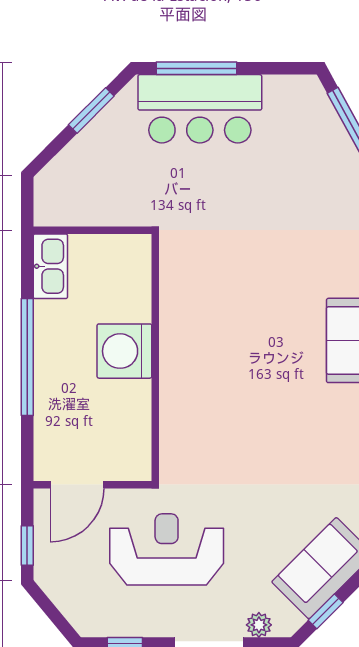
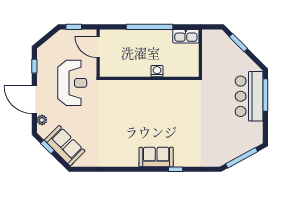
window: (91, 110) -> (238, 43), moved
washing machine: (124, 351) -> (157, 71), width x0.53, depth x0.53

